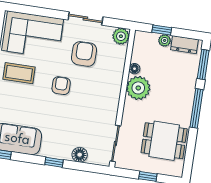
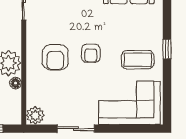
armchair: (84, 54) -> (55, 57), moved

